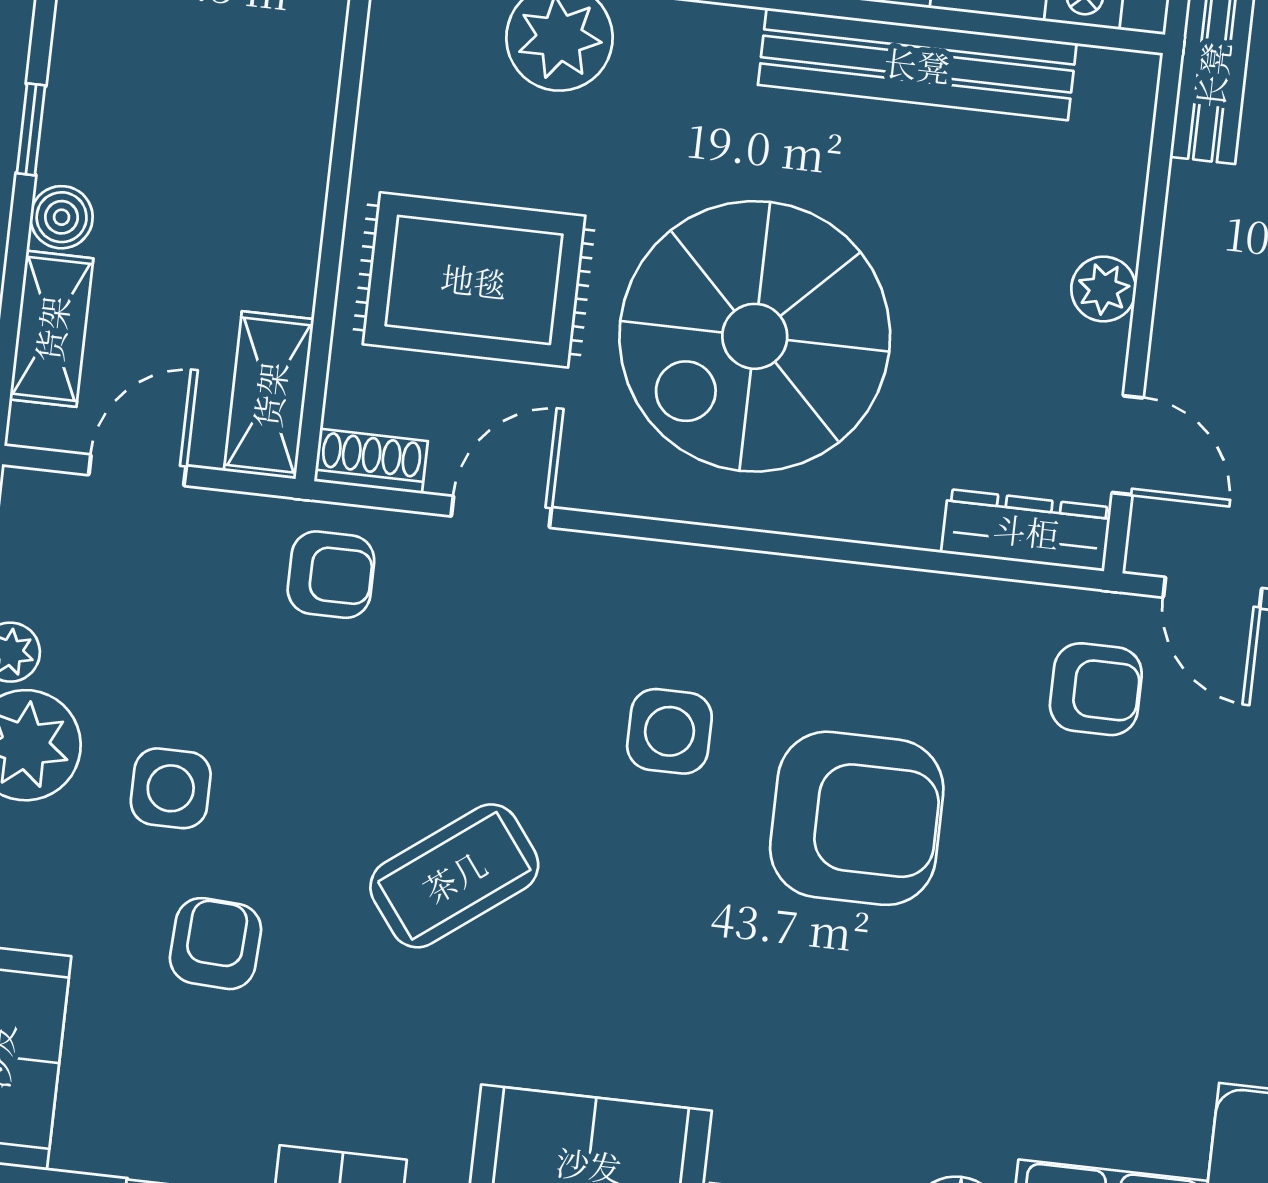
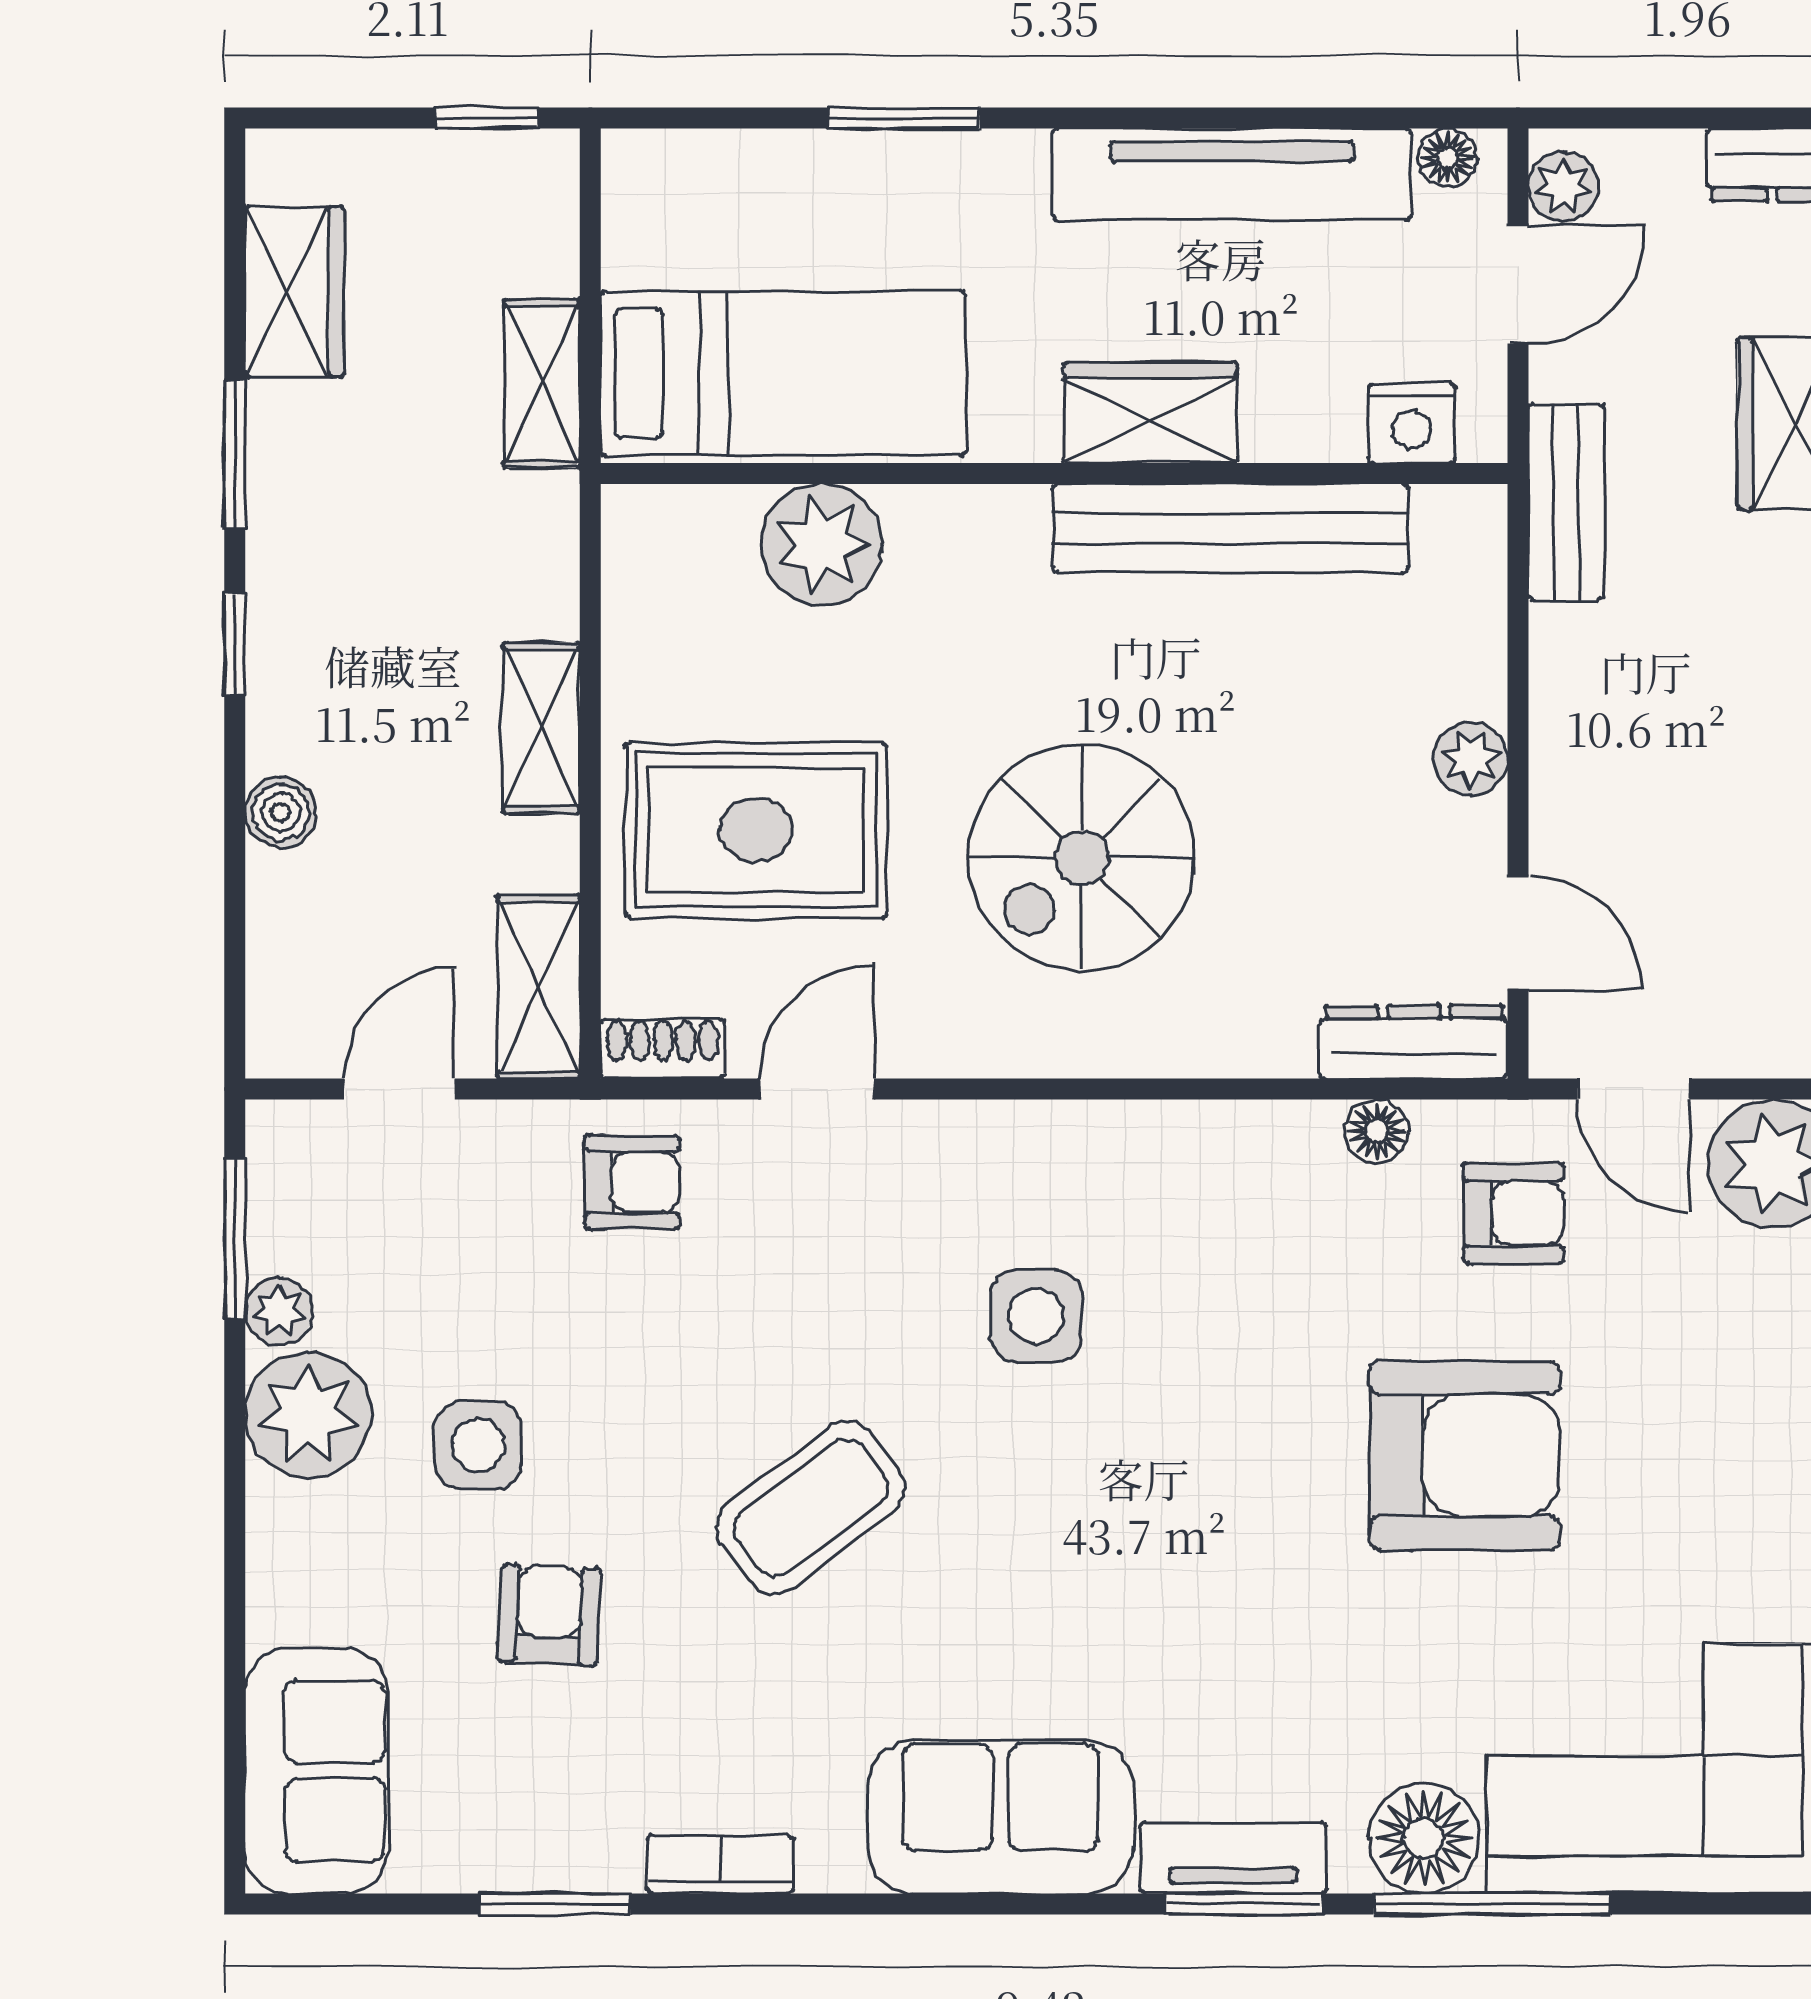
window: (31, 129) -> (235, 644), moved
shelving: (51, 329) -> (541, 728), moved
spiral stairs: (755, 336) -> (1081, 858), width x0.73, depth x0.73
floor lamp: (985, 604) -> (1377, 1131), added
armchair: (857, 818) -> (1465, 1455), moved

